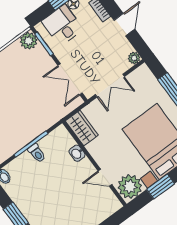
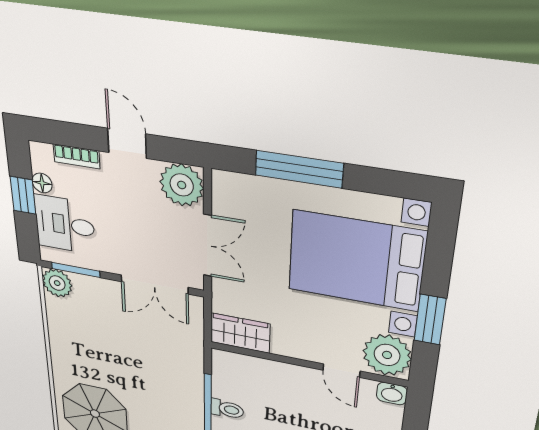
plant: (134, 58) -> (182, 185), width x1.87, depth x1.87
washbasin: (77, 153) -> (392, 394), moved
door: (105, 178) -> (341, 371), hinge flipped

